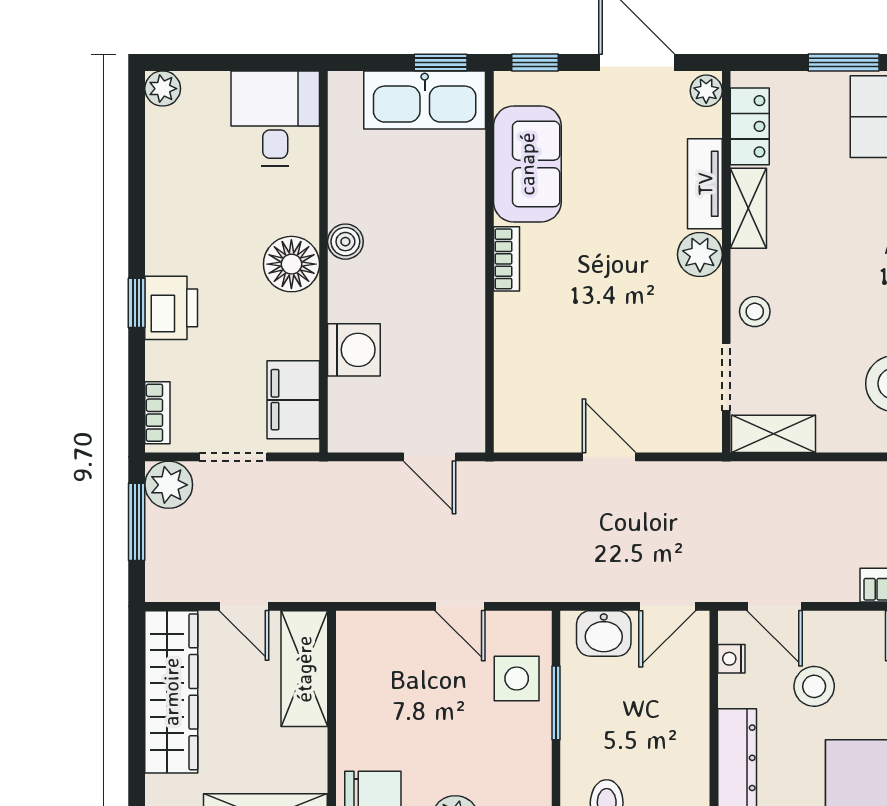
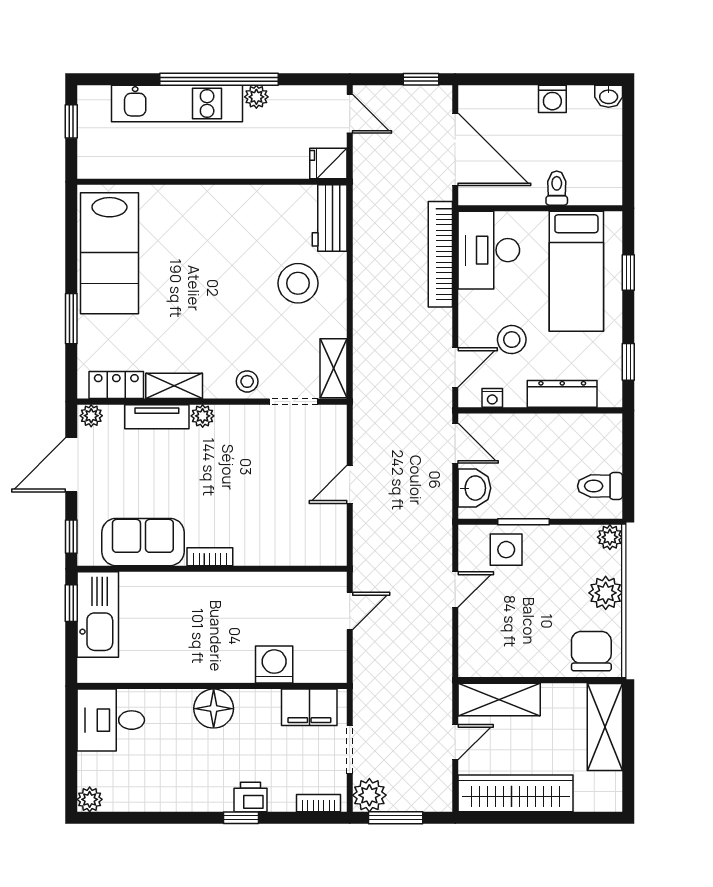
boiler: (345, 242) -> (198, 670), removed
plant: (700, 254) -> (203, 416), width x0.73, depth x0.73
printer: (171, 308) -> (250, 797), width x0.73, depth x0.81

